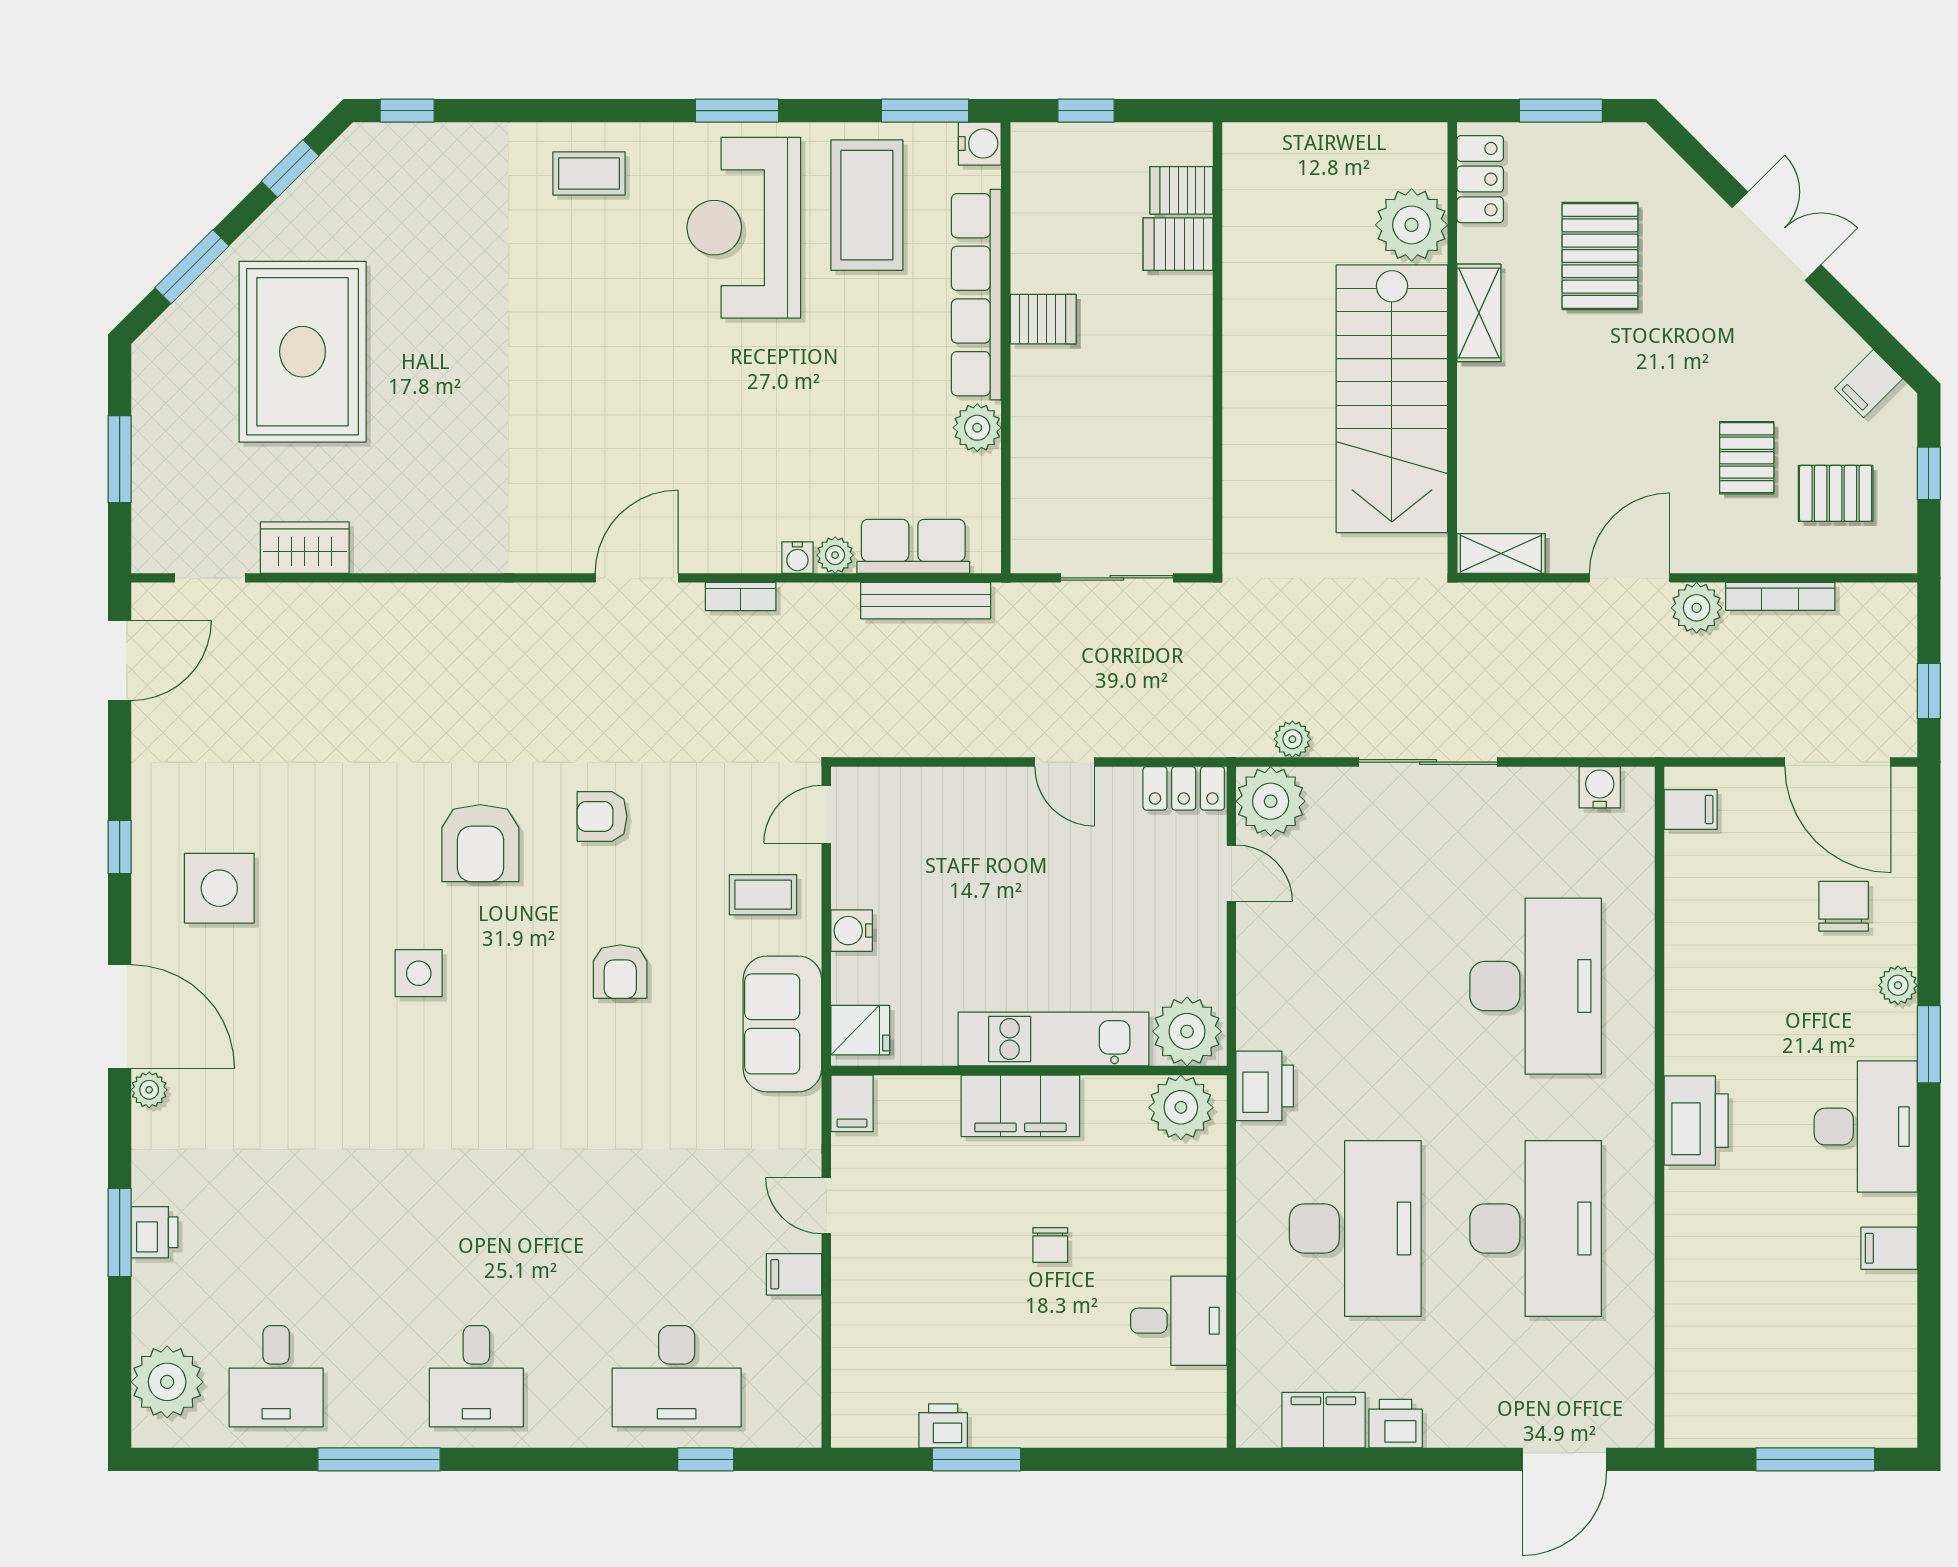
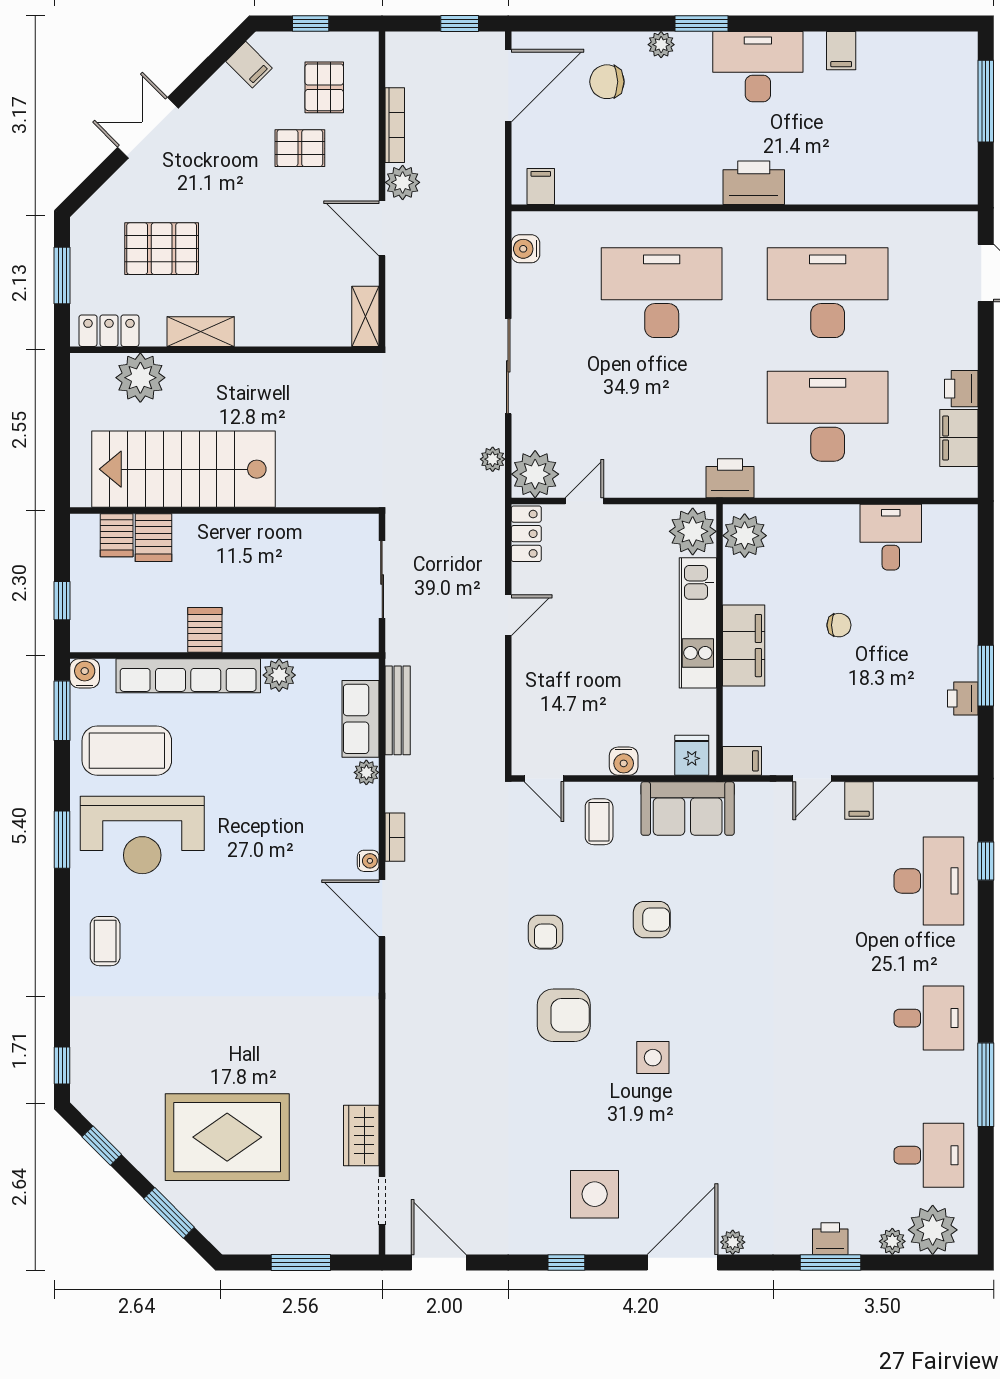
stairs: (1392, 399) -> (183, 469), moved, turned 180
water cooler: (797, 558) -> (368, 861), moved
plant: (150, 1323) -> (892, 1241), added

